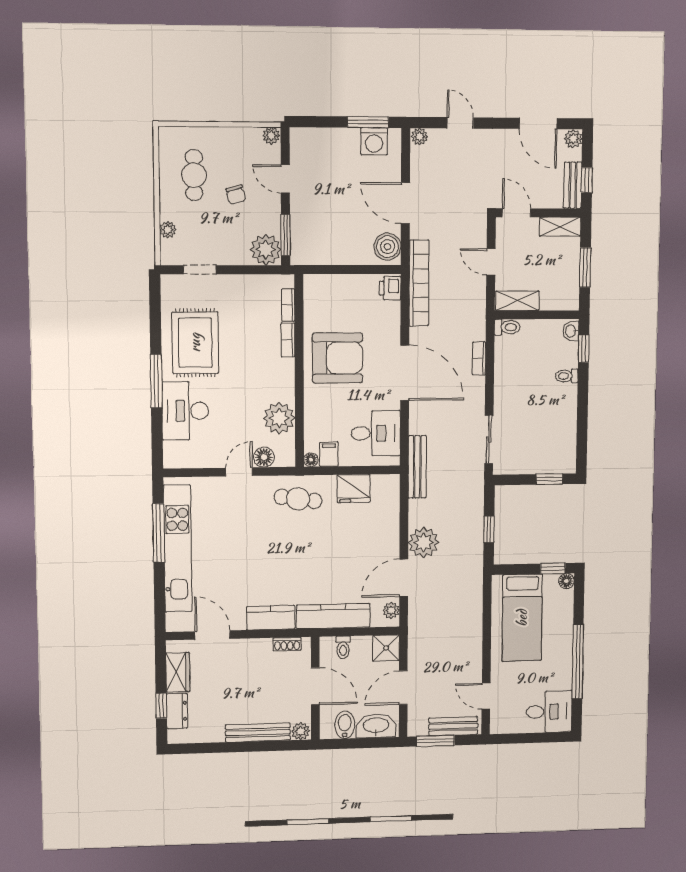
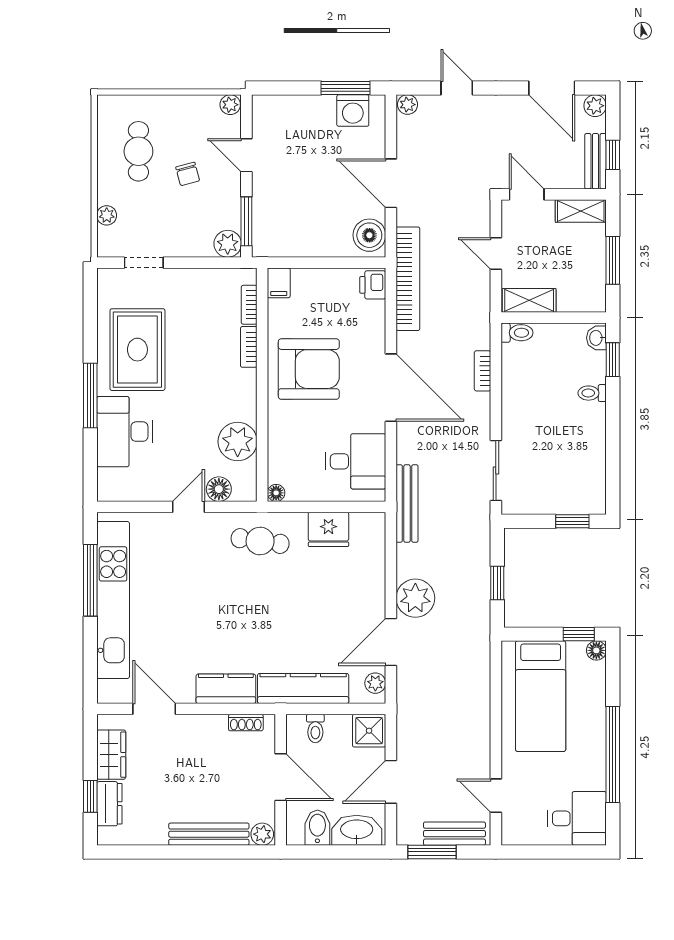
plant: (266, 250) -> (228, 244), width x0.73, depth x0.73
filing cabinet: (329, 454) -> (279, 283), moved, turned 180

